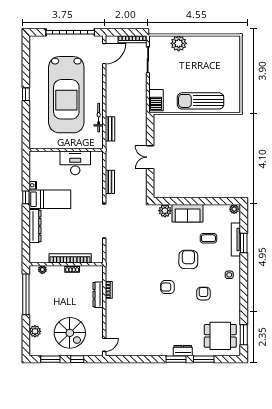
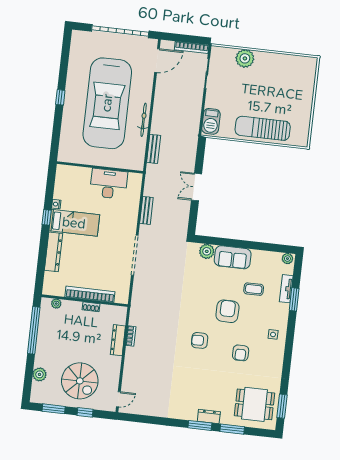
bicycle: (99, 118) -> (144, 120), moved
tv unit: (236, 240) -> (286, 289), width x0.71
armchair: (203, 294) -> (241, 353), turned 180

